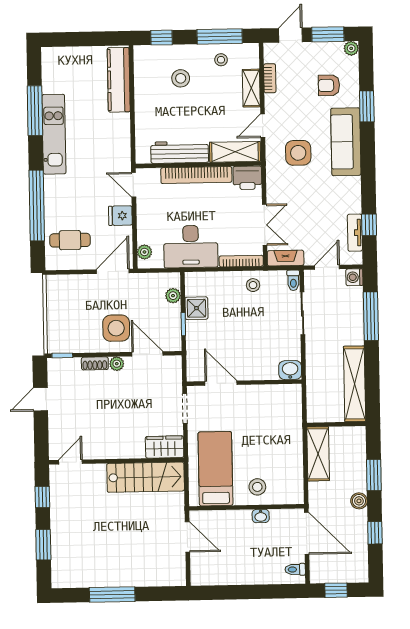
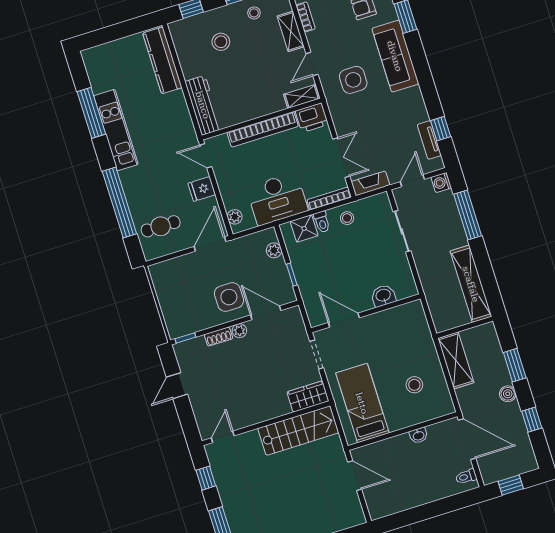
workbench: (180, 152) -> (203, 105), moved, turned 90
shelving: (235, 152) -> (302, 96), width x0.67, depth x0.75
toilet: (293, 280) -> (322, 222), moved
shower: (196, 308) -> (304, 228), moved
washbasin: (290, 370) -> (383, 296), moved
stool: (257, 487) -> (414, 385), moved

